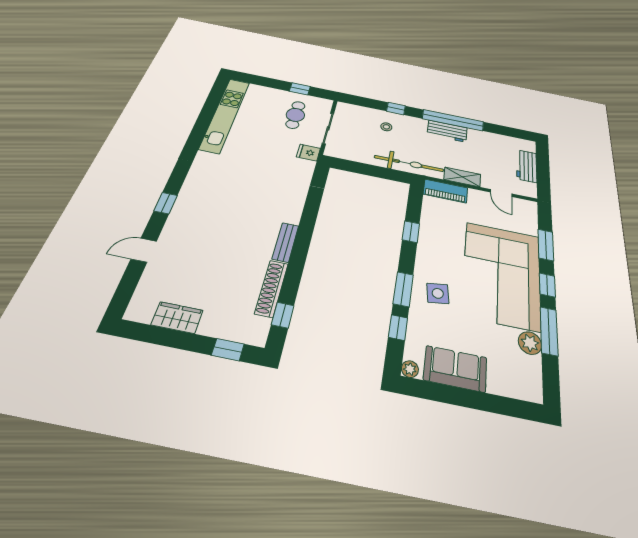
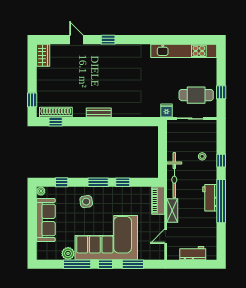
cafe table: (295, 115) -> (196, 95), width x1.37, depth x1.35
shoe rack: (272, 288) -> (56, 112), moved
window: (403, 289) -> (98, 182), moved
wardrobe: (177, 318) -> (43, 55), moved
sofa: (455, 369) -> (46, 220), width x1.36

